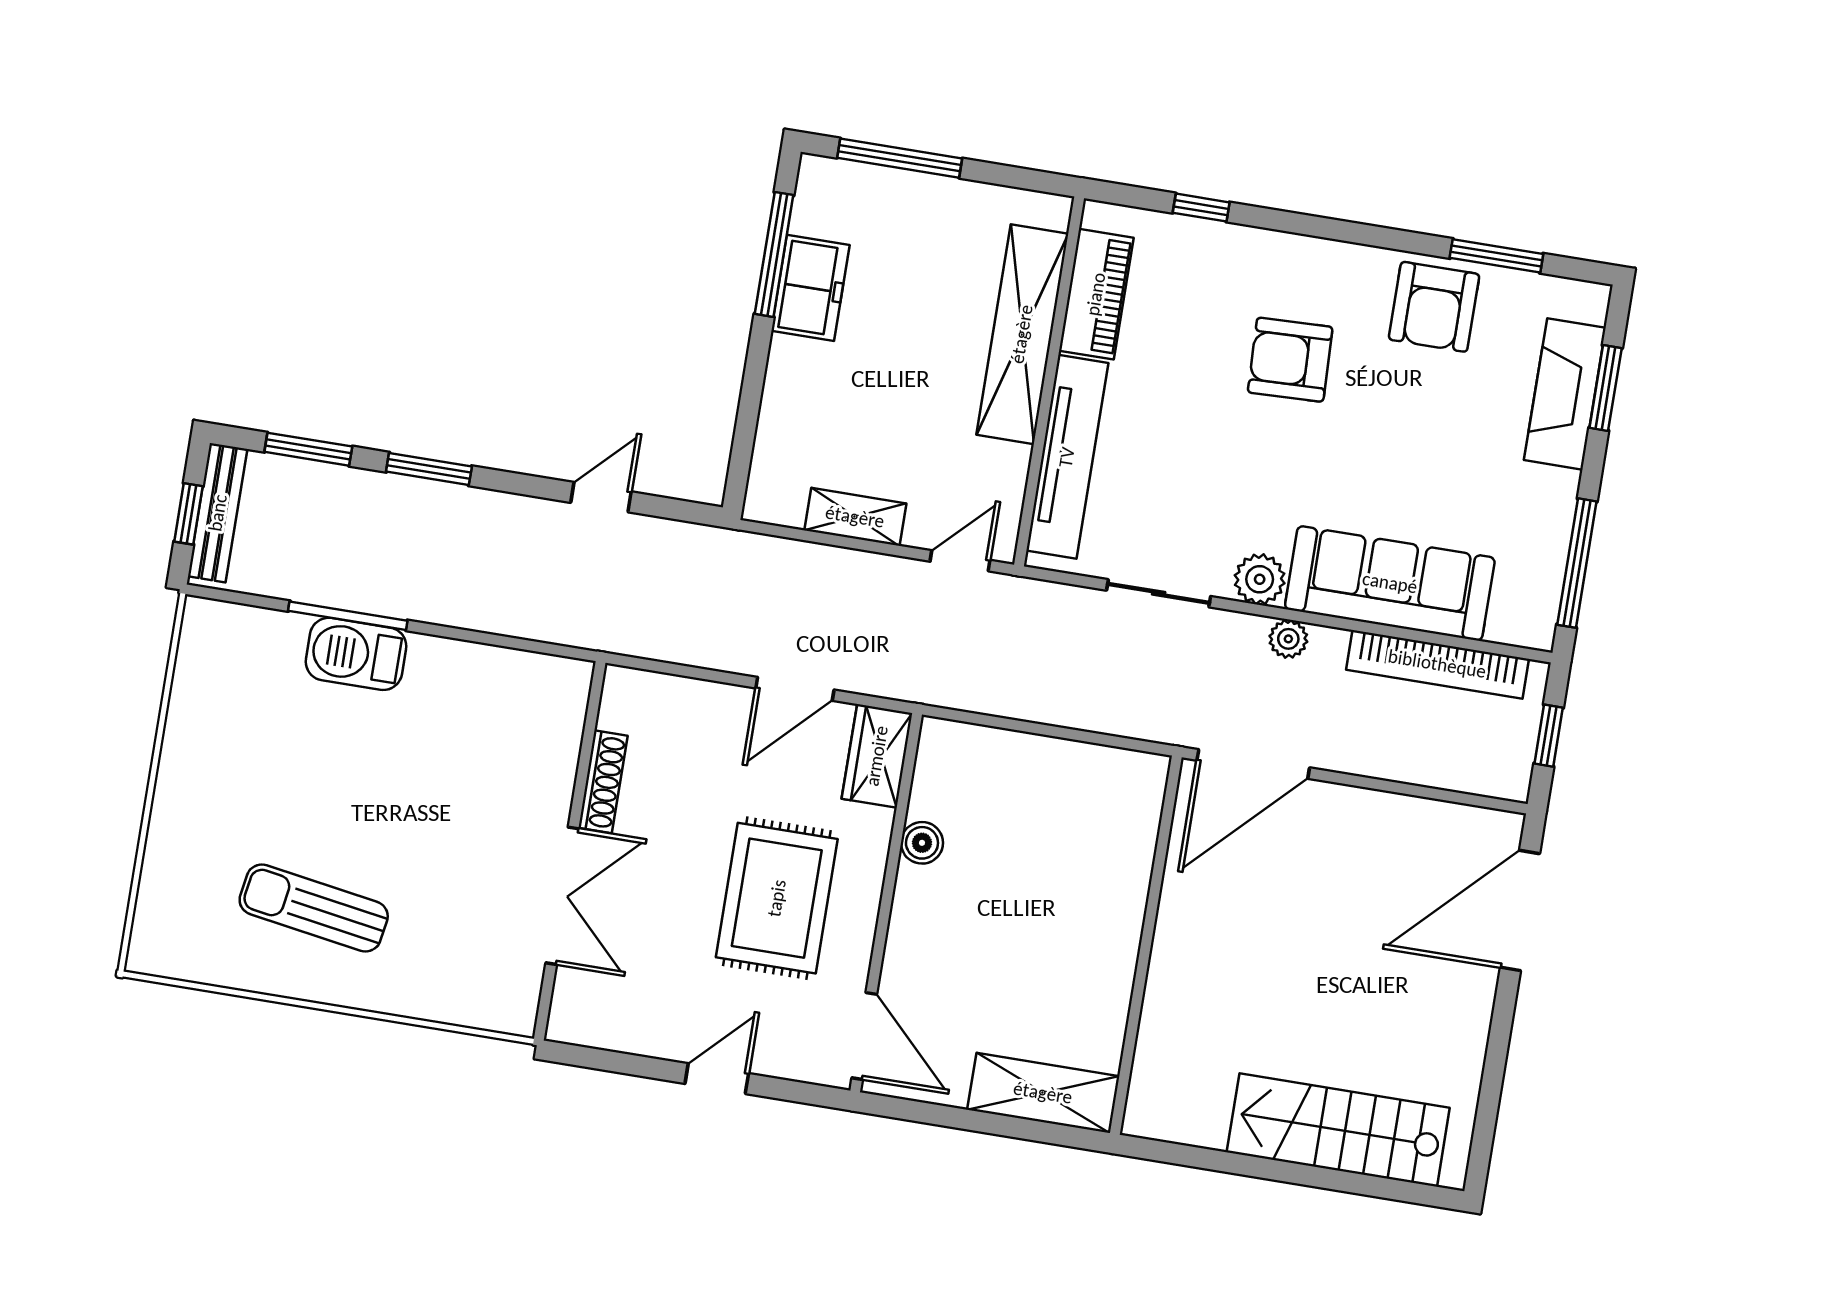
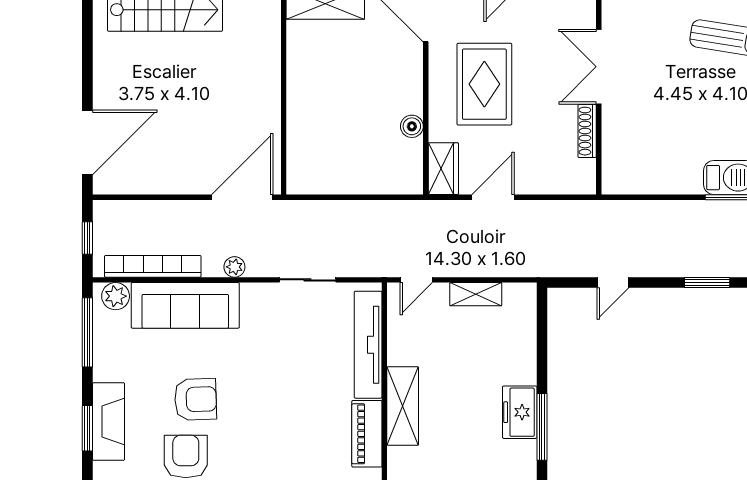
shelving: (1022, 334) -> (403, 406), width x0.68
armchair: (1290, 360) -> (195, 399), moved
plant: (1260, 579) -> (116, 296), moved

